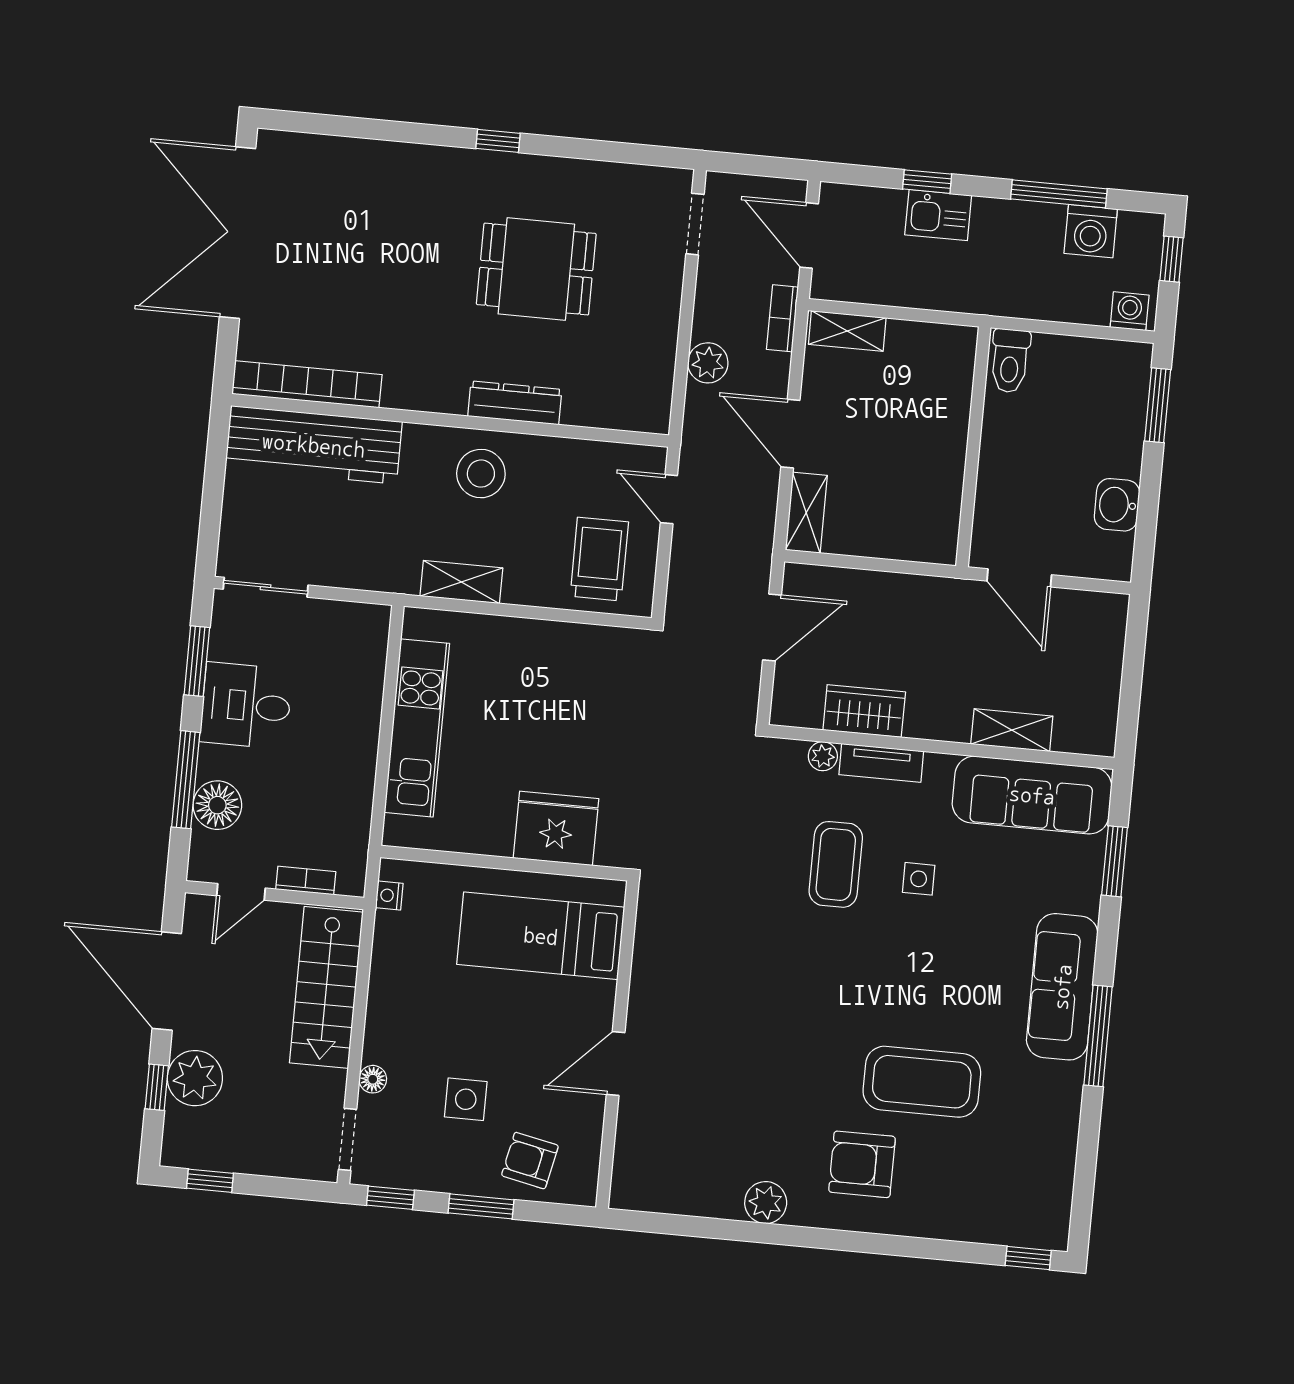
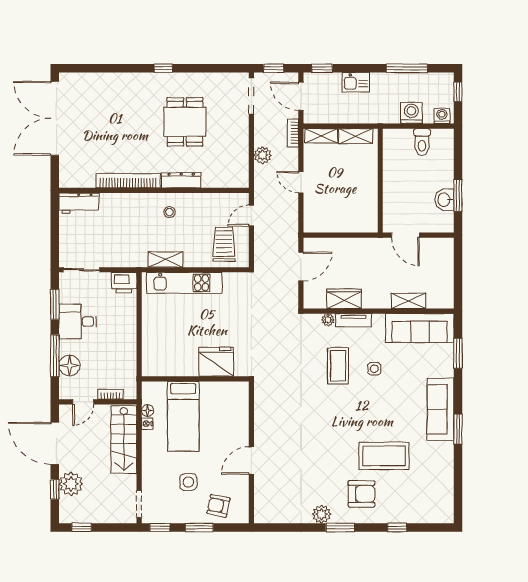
window: (753, 165) -> (274, 68), added
window: (927, 182) -> (322, 68), moved
doorway: (695, 224) -> (251, 96), width x1.38
washing machine: (1091, 231) -> (411, 113), moved, turned 180
dining table: (536, 269) -> (185, 122), turned 90
toilet: (1010, 361) -> (422, 142), moved
bookcase: (307, 384) -> (128, 181), moved
window: (1158, 405) -> (458, 196), moved
door: (790, 434) -> (301, 182), width x0.73
workbench: (314, 445) -> (79, 203), width x0.53, depth x0.76
stool: (481, 474) -> (169, 212), width x0.53, depth x0.53
door: (669, 499) -> (251, 215), hinge flipped
shelving: (806, 513) -> (356, 136), moved, turned 90
printer: (361, 626) -> (124, 283), added
kitchen unit: (417, 728) -> (184, 283), moved, turned 90
nightstand: (389, 896) -> (147, 424), moved
bed: (541, 936) -> (183, 416), moved, turned -90
window: (1098, 1036) -> (458, 429), width x0.69
floor lamp: (373, 1079) -> (148, 411), moved
armchair: (862, 1164) -> (362, 494), turned 180
window: (806, 1237) -> (340, 527), added
window: (1028, 1258) -> (397, 527), moved

